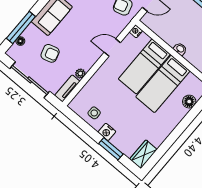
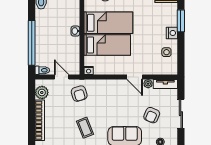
door: (112, 48) -> (135, 77), moved
armchair: (50, 53) -> (152, 115), turned -141
sliding door: (30, 80) -> (181, 114), width x0.73

